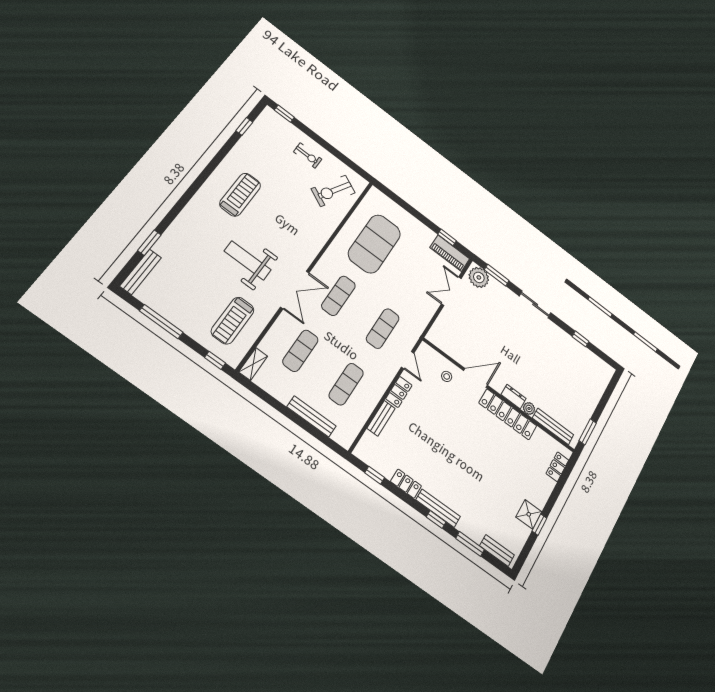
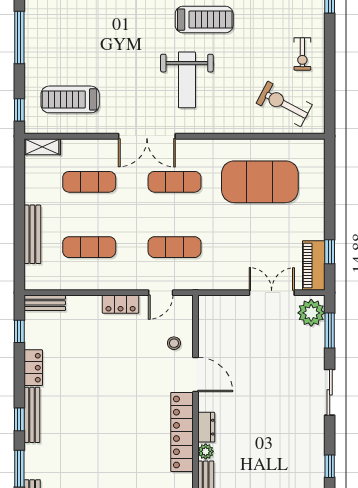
weight bench: (248, 260) -> (187, 80), moved, turned 180
bench: (381, 418) -> (45, 303), moved

